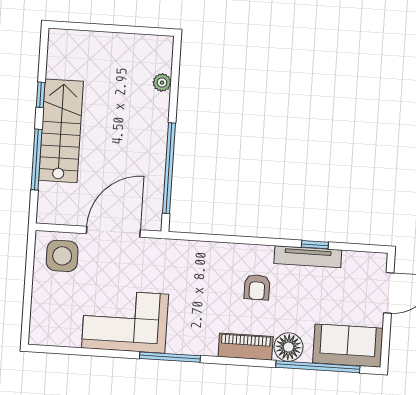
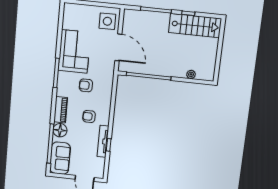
stairs: (61, 131) -> (195, 26), moved
armchair: (193, 296) -> (86, 85), added

